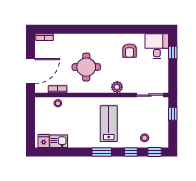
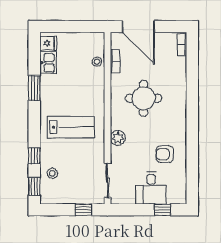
desk: (157, 46) -> (151, 188), moved, turned 90
window: (102, 152) -> (34, 88), moved

